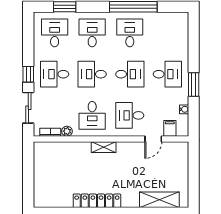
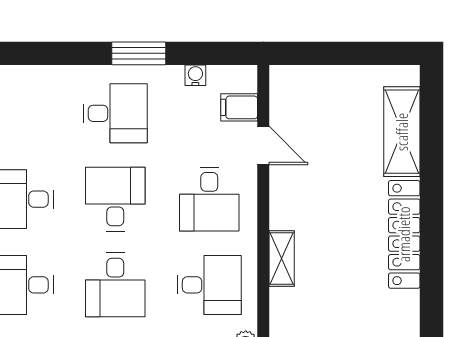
desk: (167, 74) -> (115, 113), turned 90
locker: (97, 201) -> (404, 234), moved

